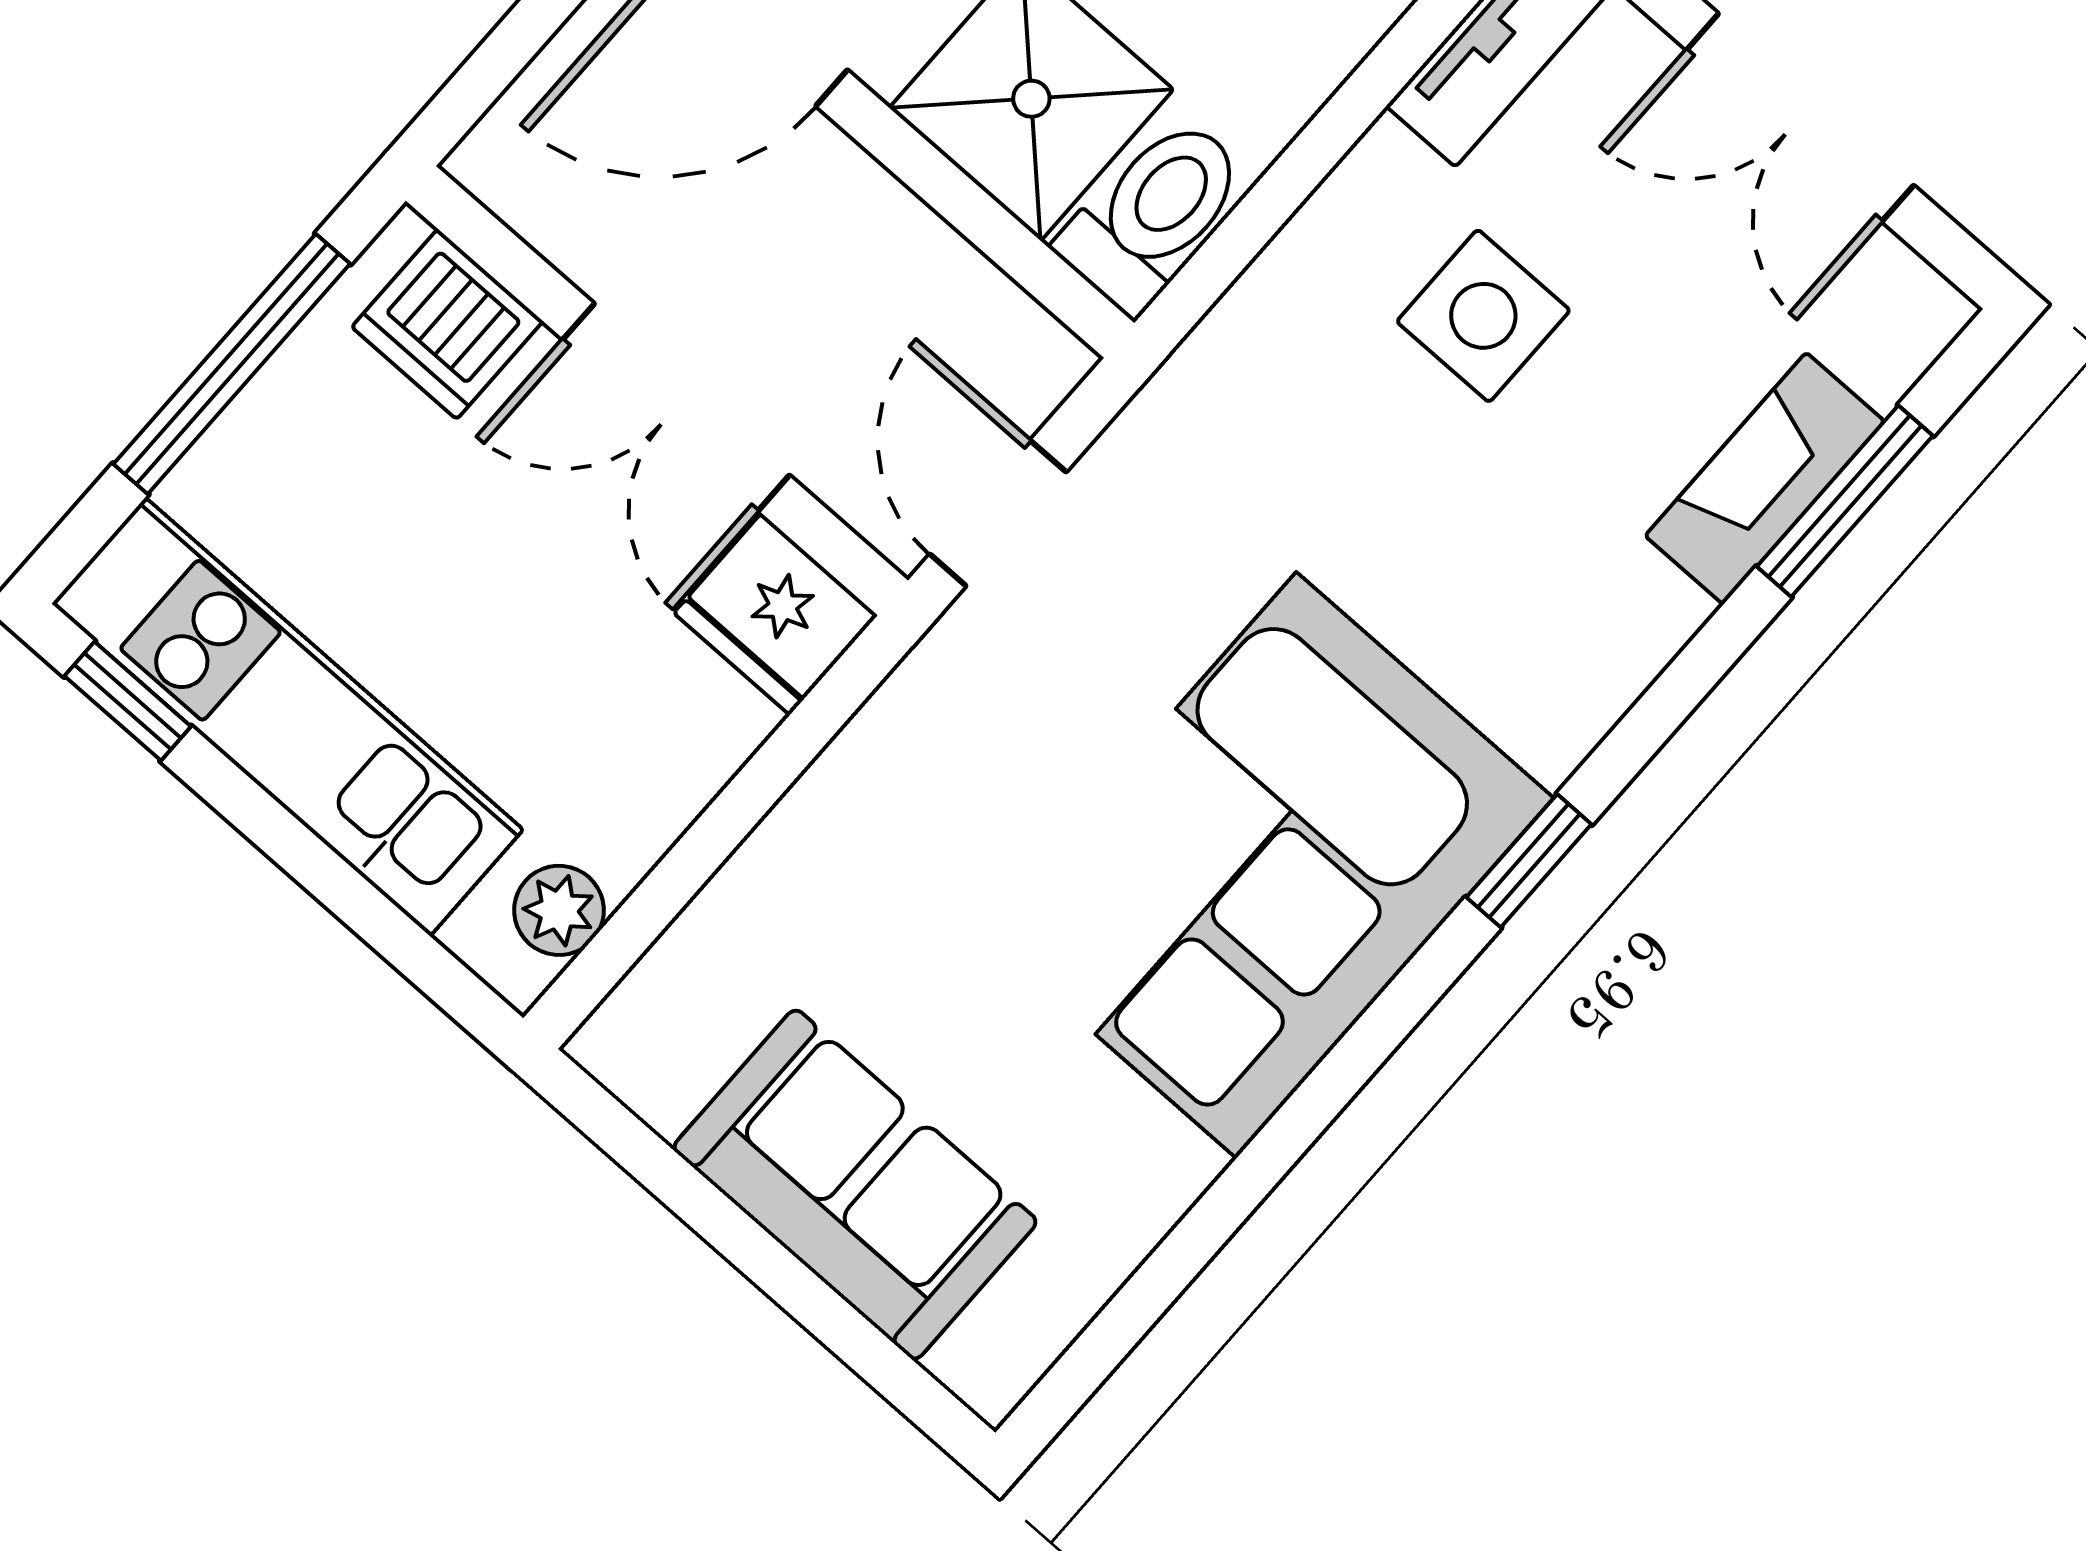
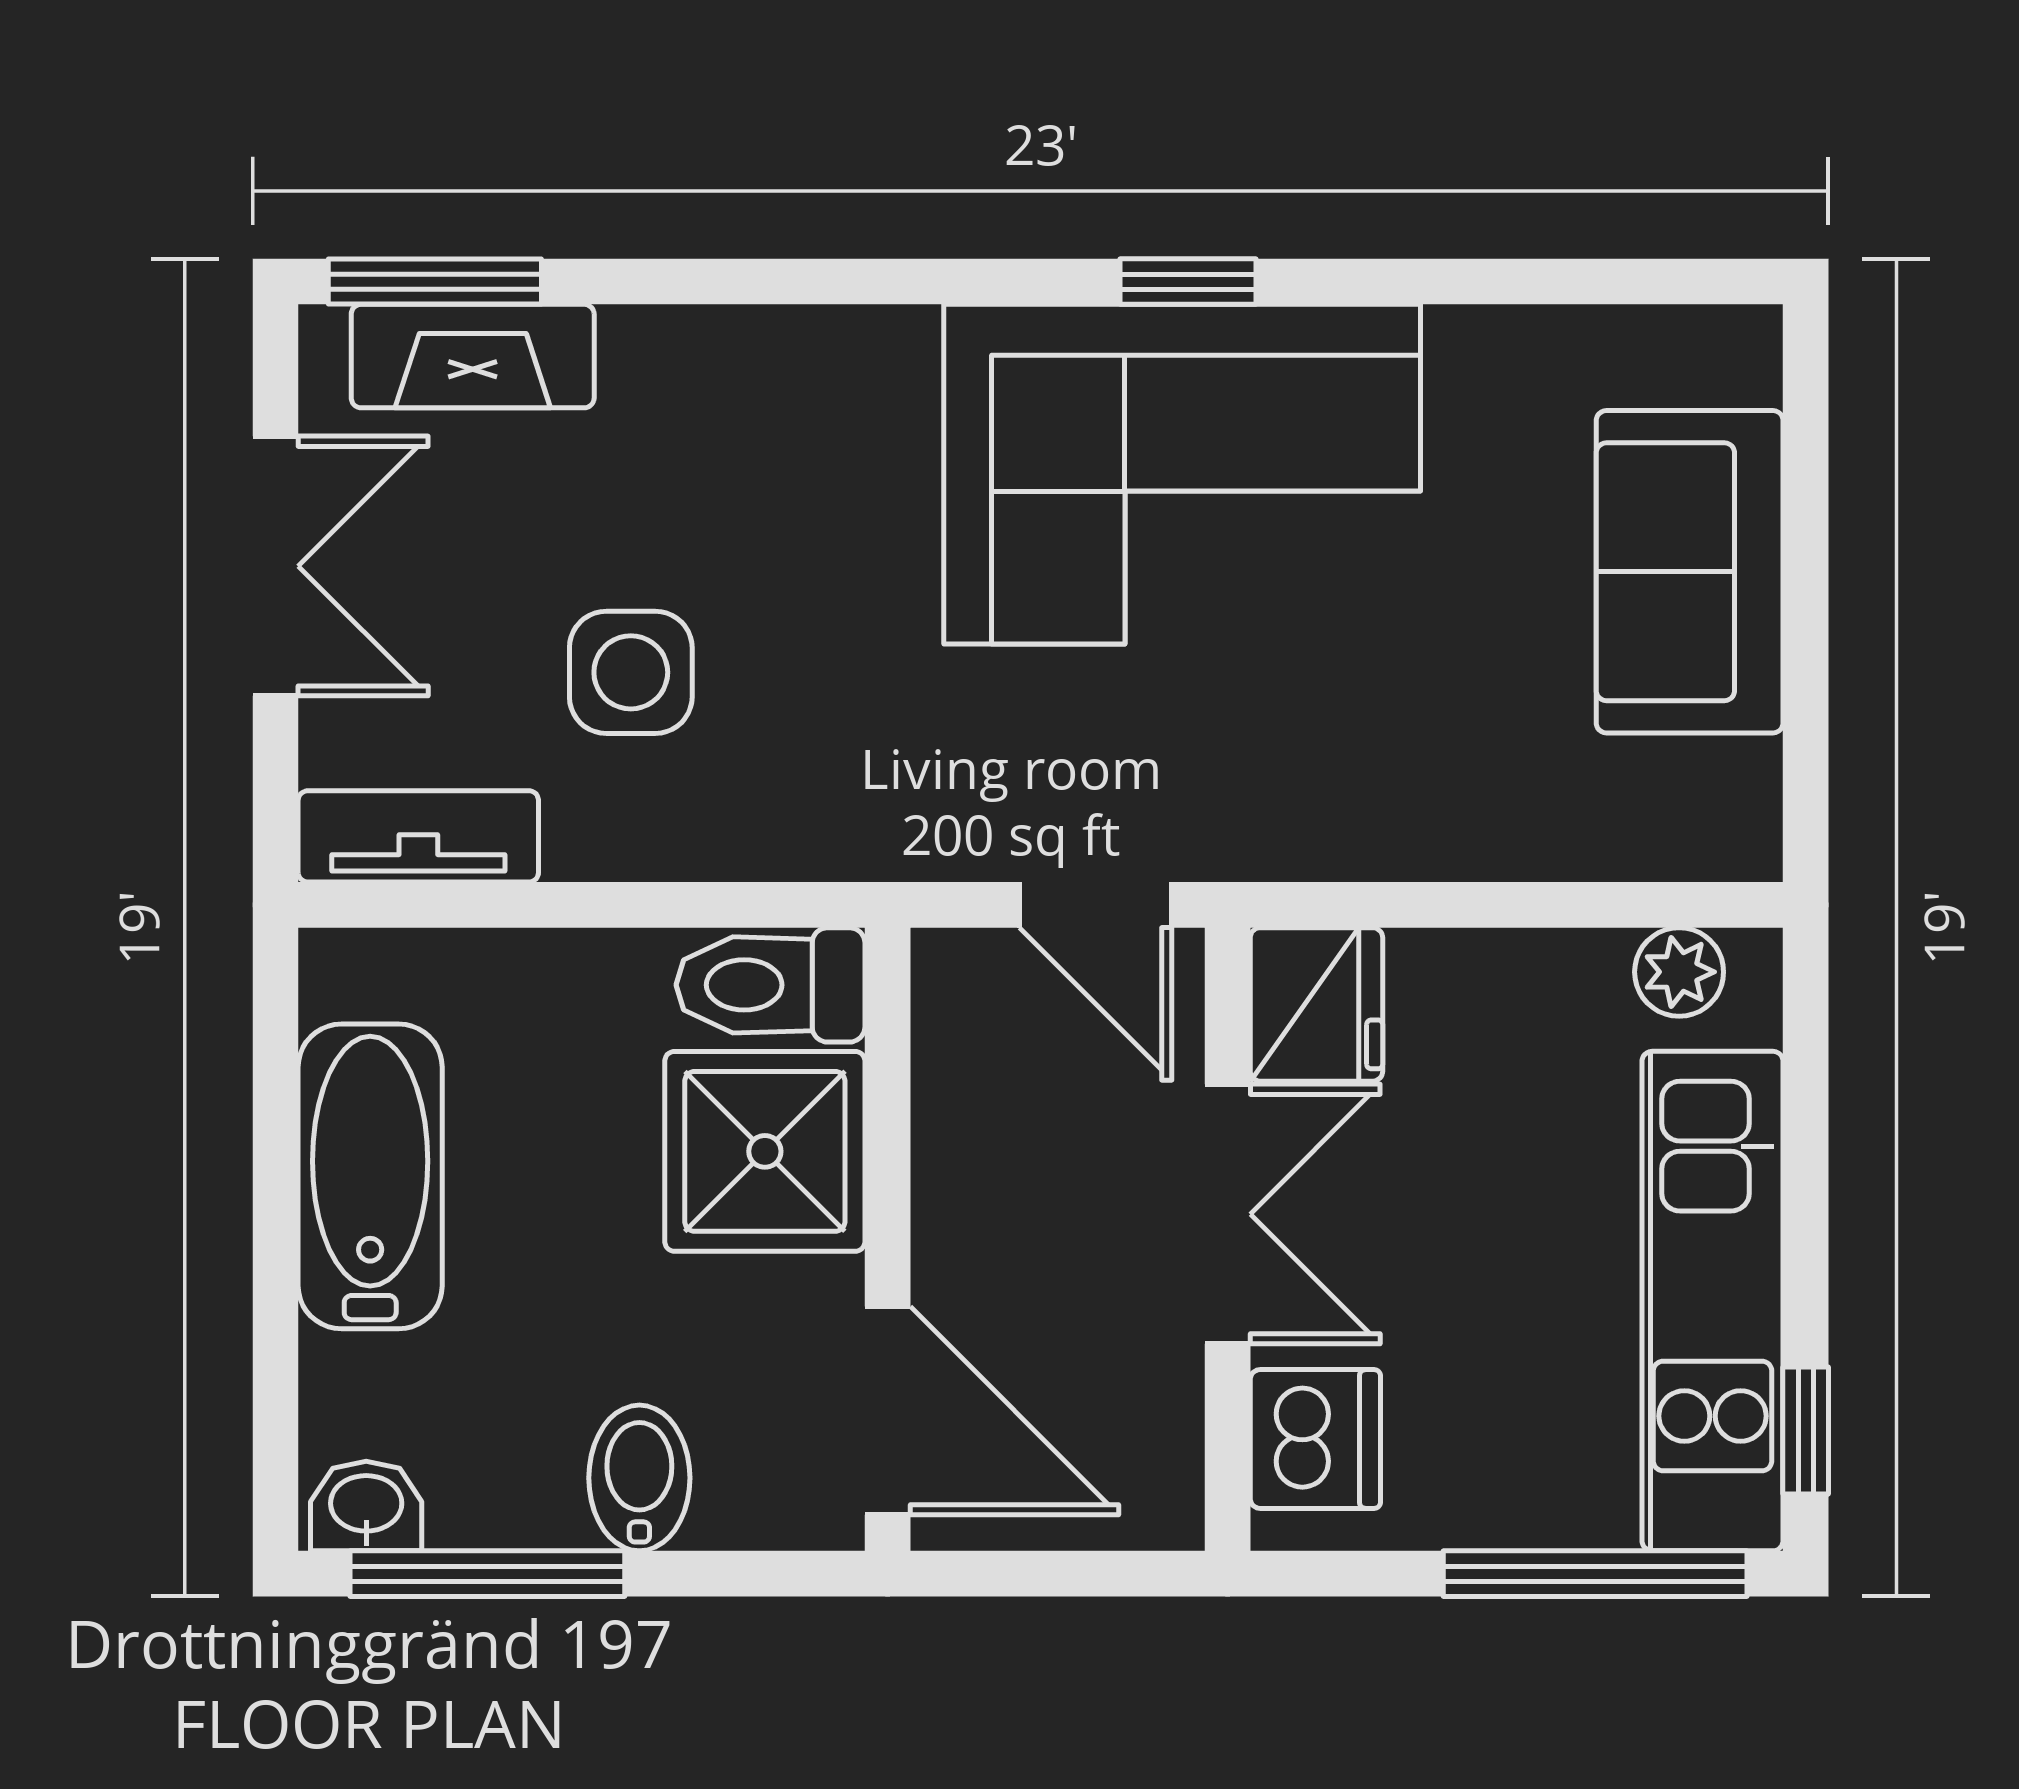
window: (232, 364) -> (1595, 1574), moved
fireplace: (1765, 478) -> (473, 356), moved
window: (1845, 501) -> (435, 282), moved
door: (998, 513) -> (1096, 905), hinge flipped
window: (1529, 861) -> (1188, 282), moved

